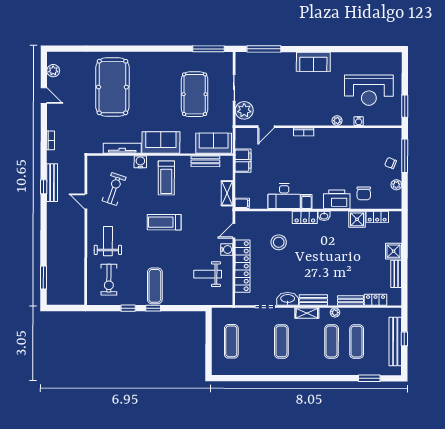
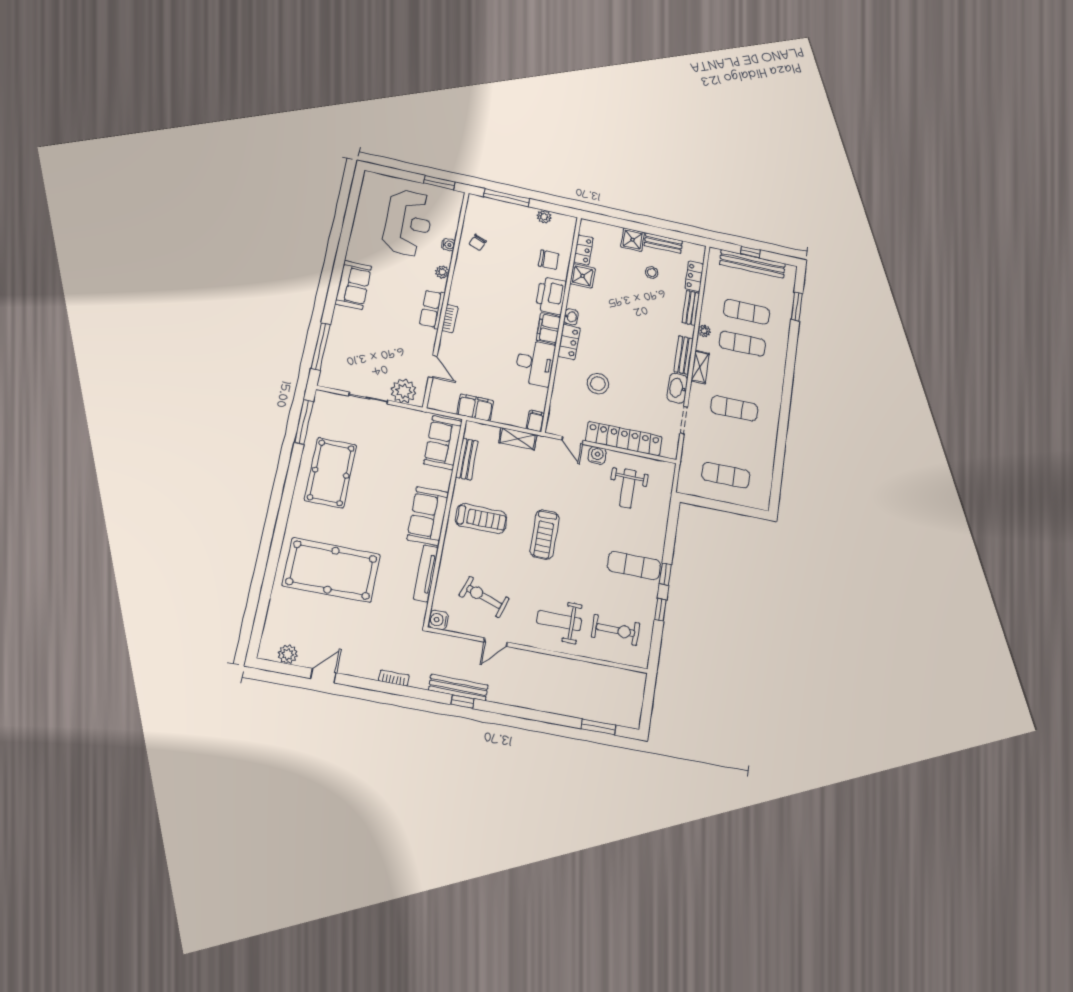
pool table: (195, 94) -> (331, 473), moved, turned 90
row of seats: (308, 119) -> (432, 309), added
water cooler: (140, 162) -> (438, 620), moved
chair: (391, 163) -> (478, 242), moved
filing cabinet: (306, 201) -> (549, 328), width x2.00
stool: (371, 269) -> (652, 273), added

